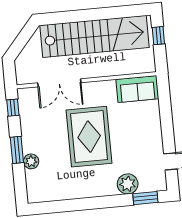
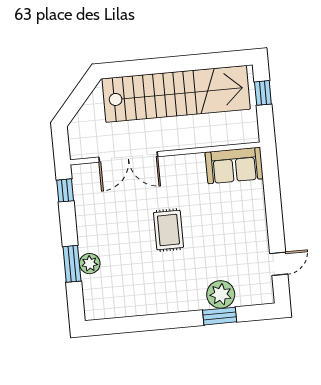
rug: (89, 137) -> (168, 230), width x0.54, depth x0.49
window: (17, 150) -> (72, 264), moved
window: (145, 198) -> (220, 316), moved

